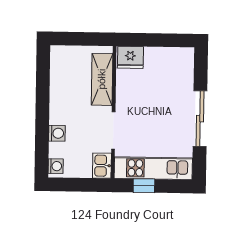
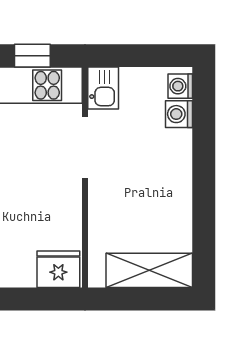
shelving: (102, 79) -> (149, 270), moved, turned 90
washing machine: (57, 133) -> (179, 114), moved

